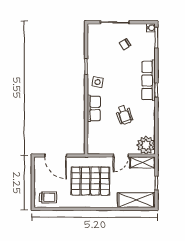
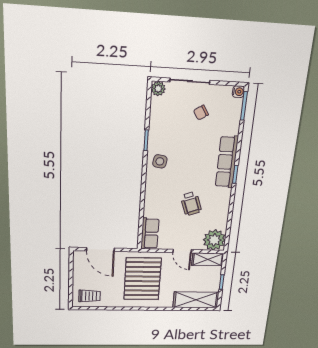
plant: (92, 29) -> (158, 89), added
row of seats: (94, 108) -> (150, 234), moved
door: (121, 156) -> (182, 251), hinge flipped
pallet: (90, 181) -> (142, 279), turned 90

